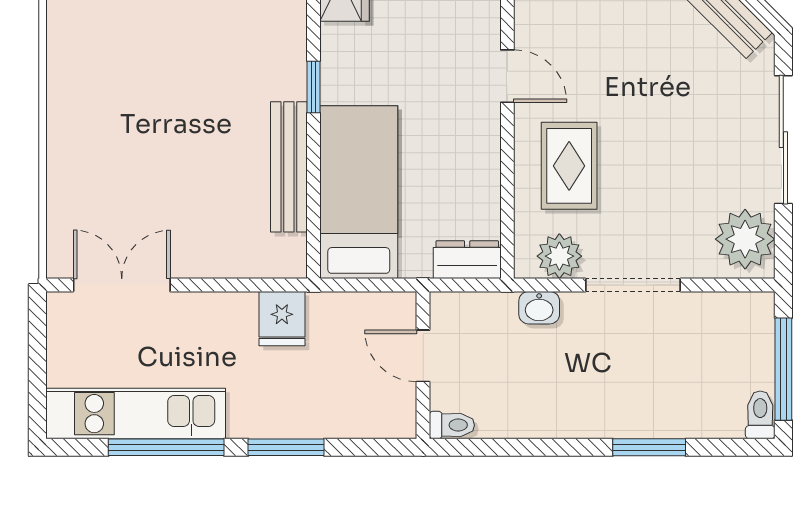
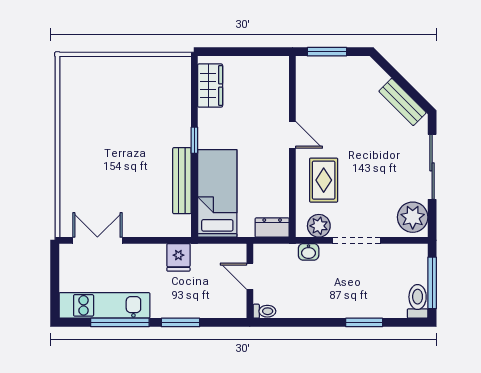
toilet: (760, 415) -> (418, 301), width x1.37, depth x1.39

